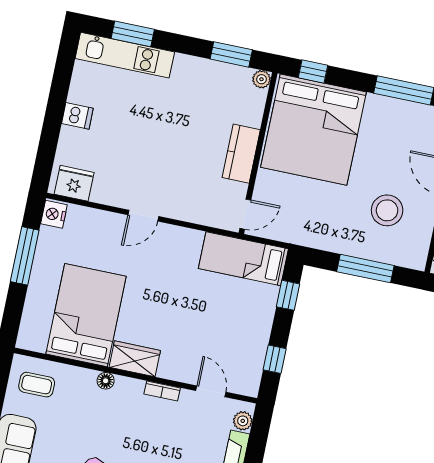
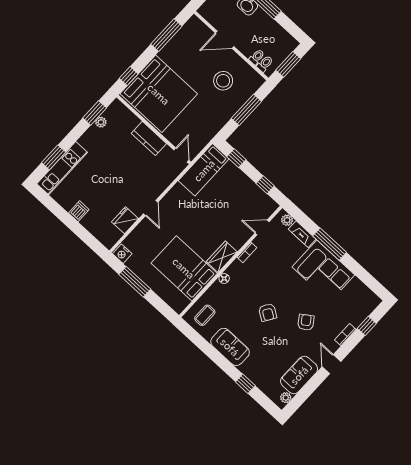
plant: (261, 79) -> (101, 122), moved
fridge: (74, 183) -> (125, 220), moved

